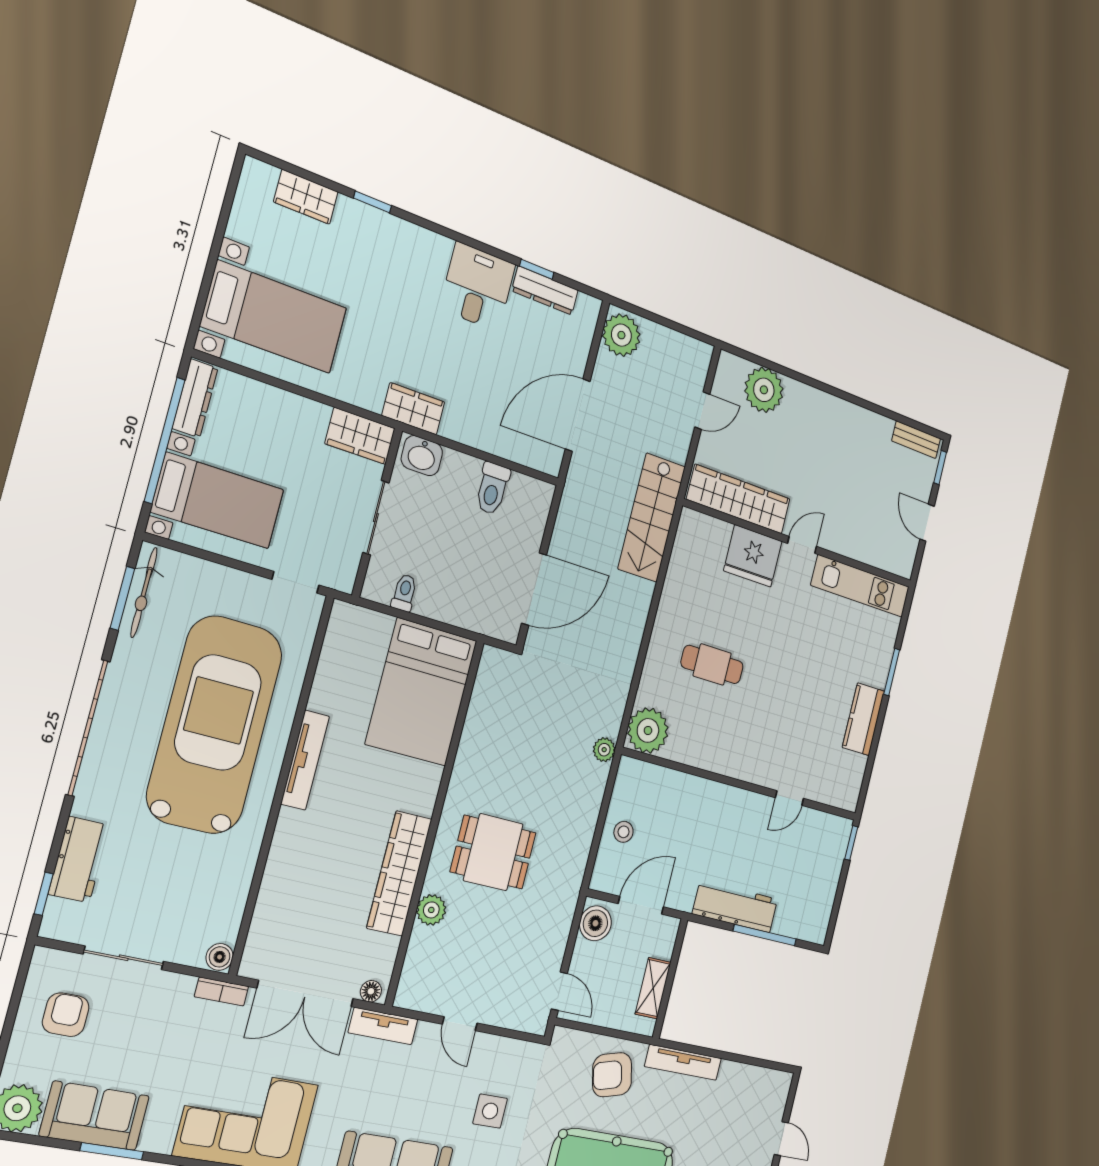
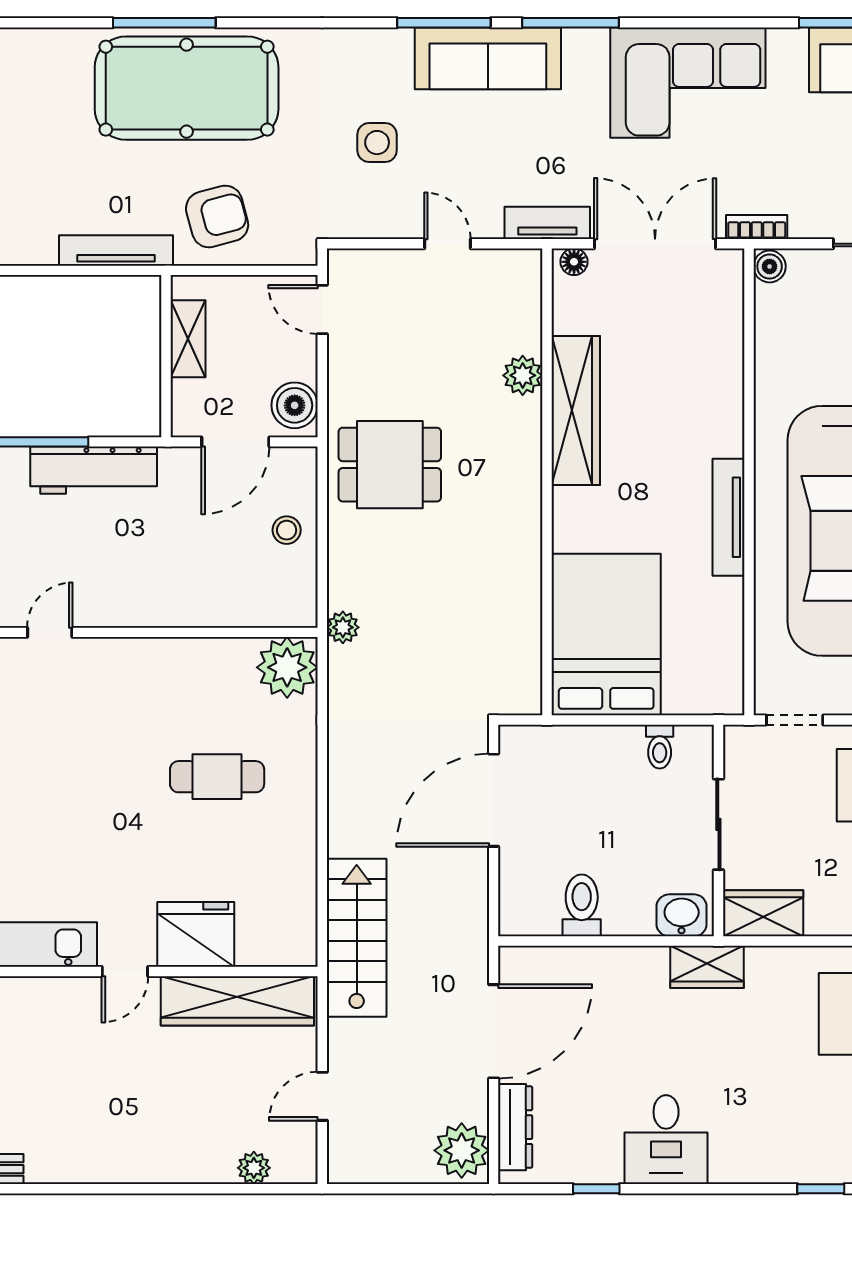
dresser: (545, 291) -> (515, 1127), moved, turned 90
plant: (764, 390) -> (254, 1168), width x0.53, depth x0.53
dining table: (493, 852) -> (390, 465), moved

